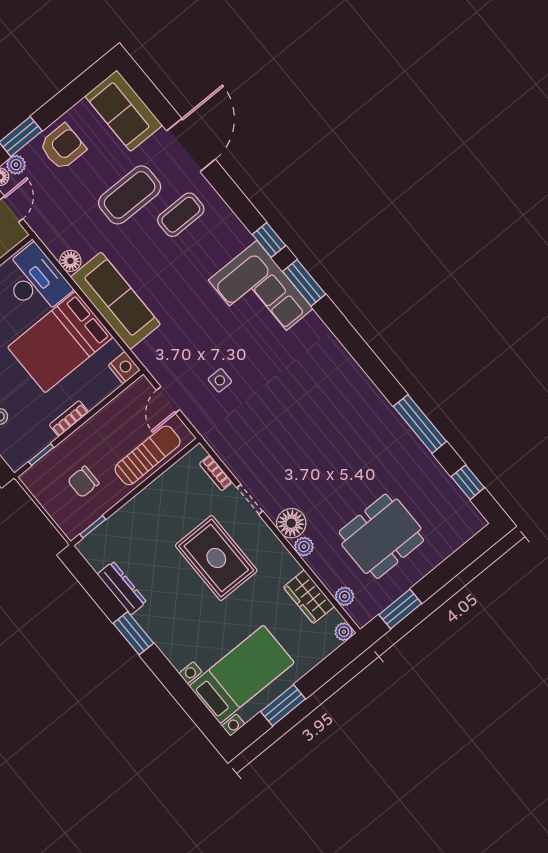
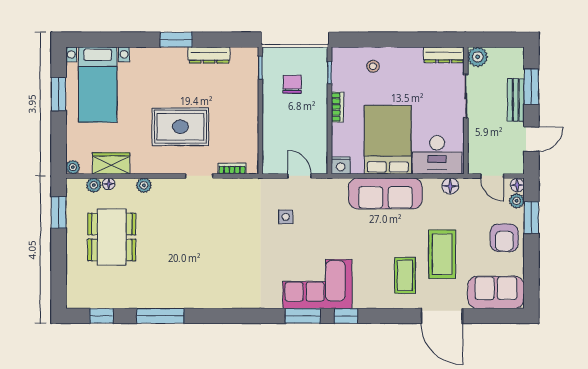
floor lamp: (70, 261) -> (450, 186), moved
sun lounger: (148, 455) -> (276, 136), removed
floor lamp: (291, 523) -> (109, 184), moved, width x0.53, depth x0.53

